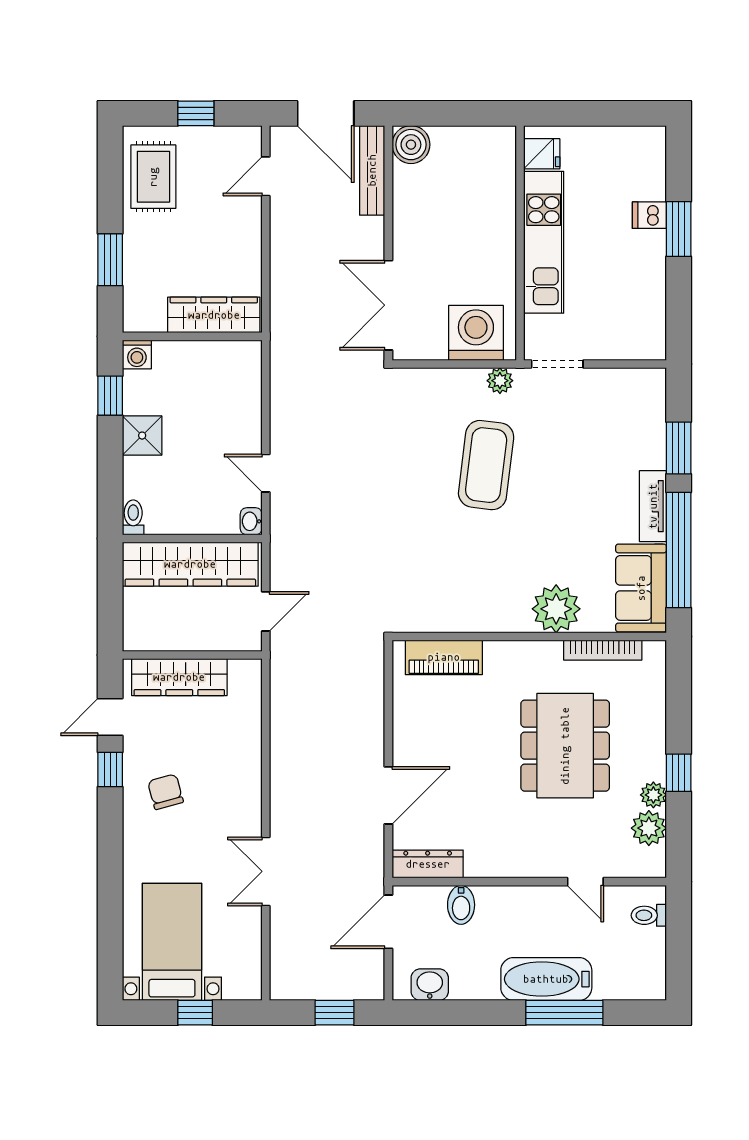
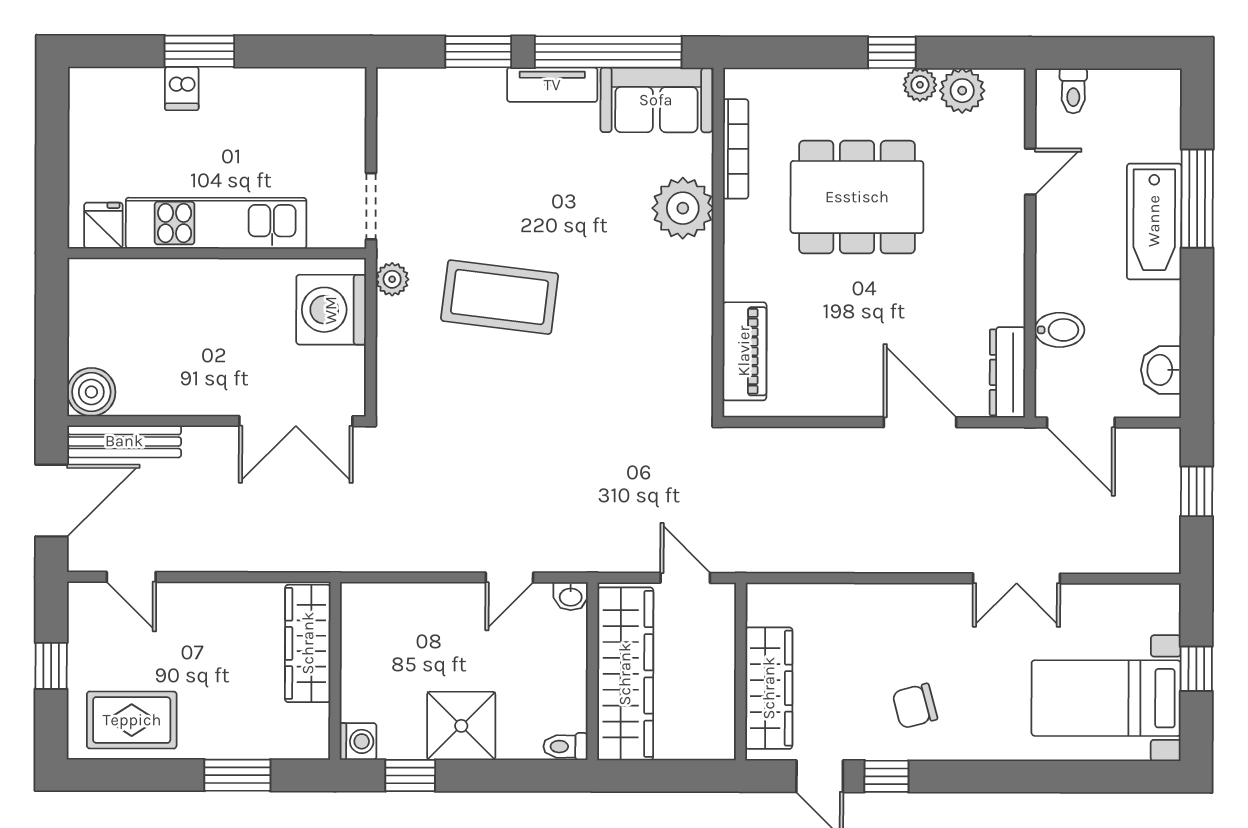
shower: (142, 436) -> (461, 726), width x1.36, depth x1.36

